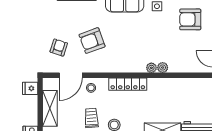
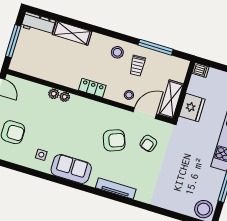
locker: (128, 84) -> (92, 88), width x0.66
fridge: (30, 88) -> (192, 108), width x1.88, depth x1.34
shelving: (50, 108) -> (171, 99), moved

